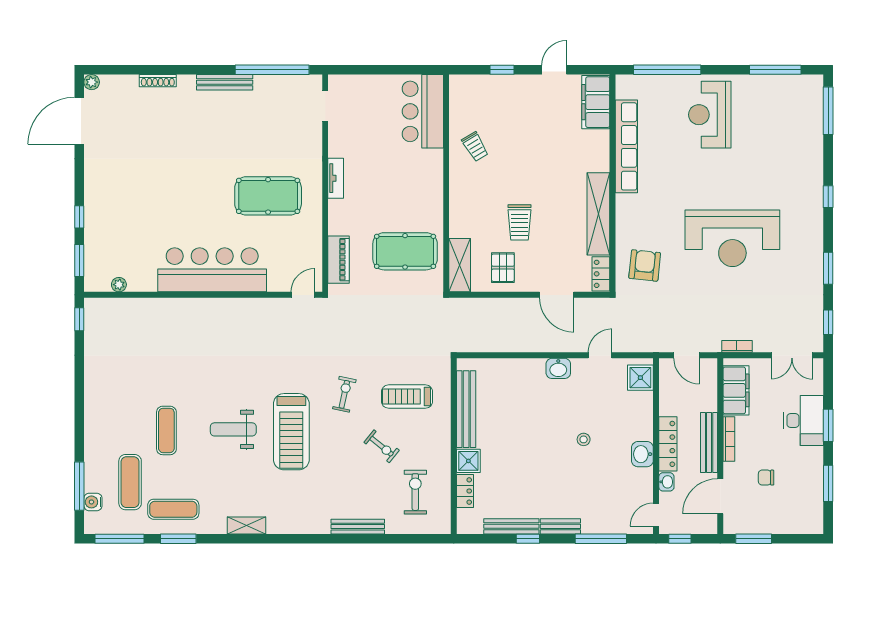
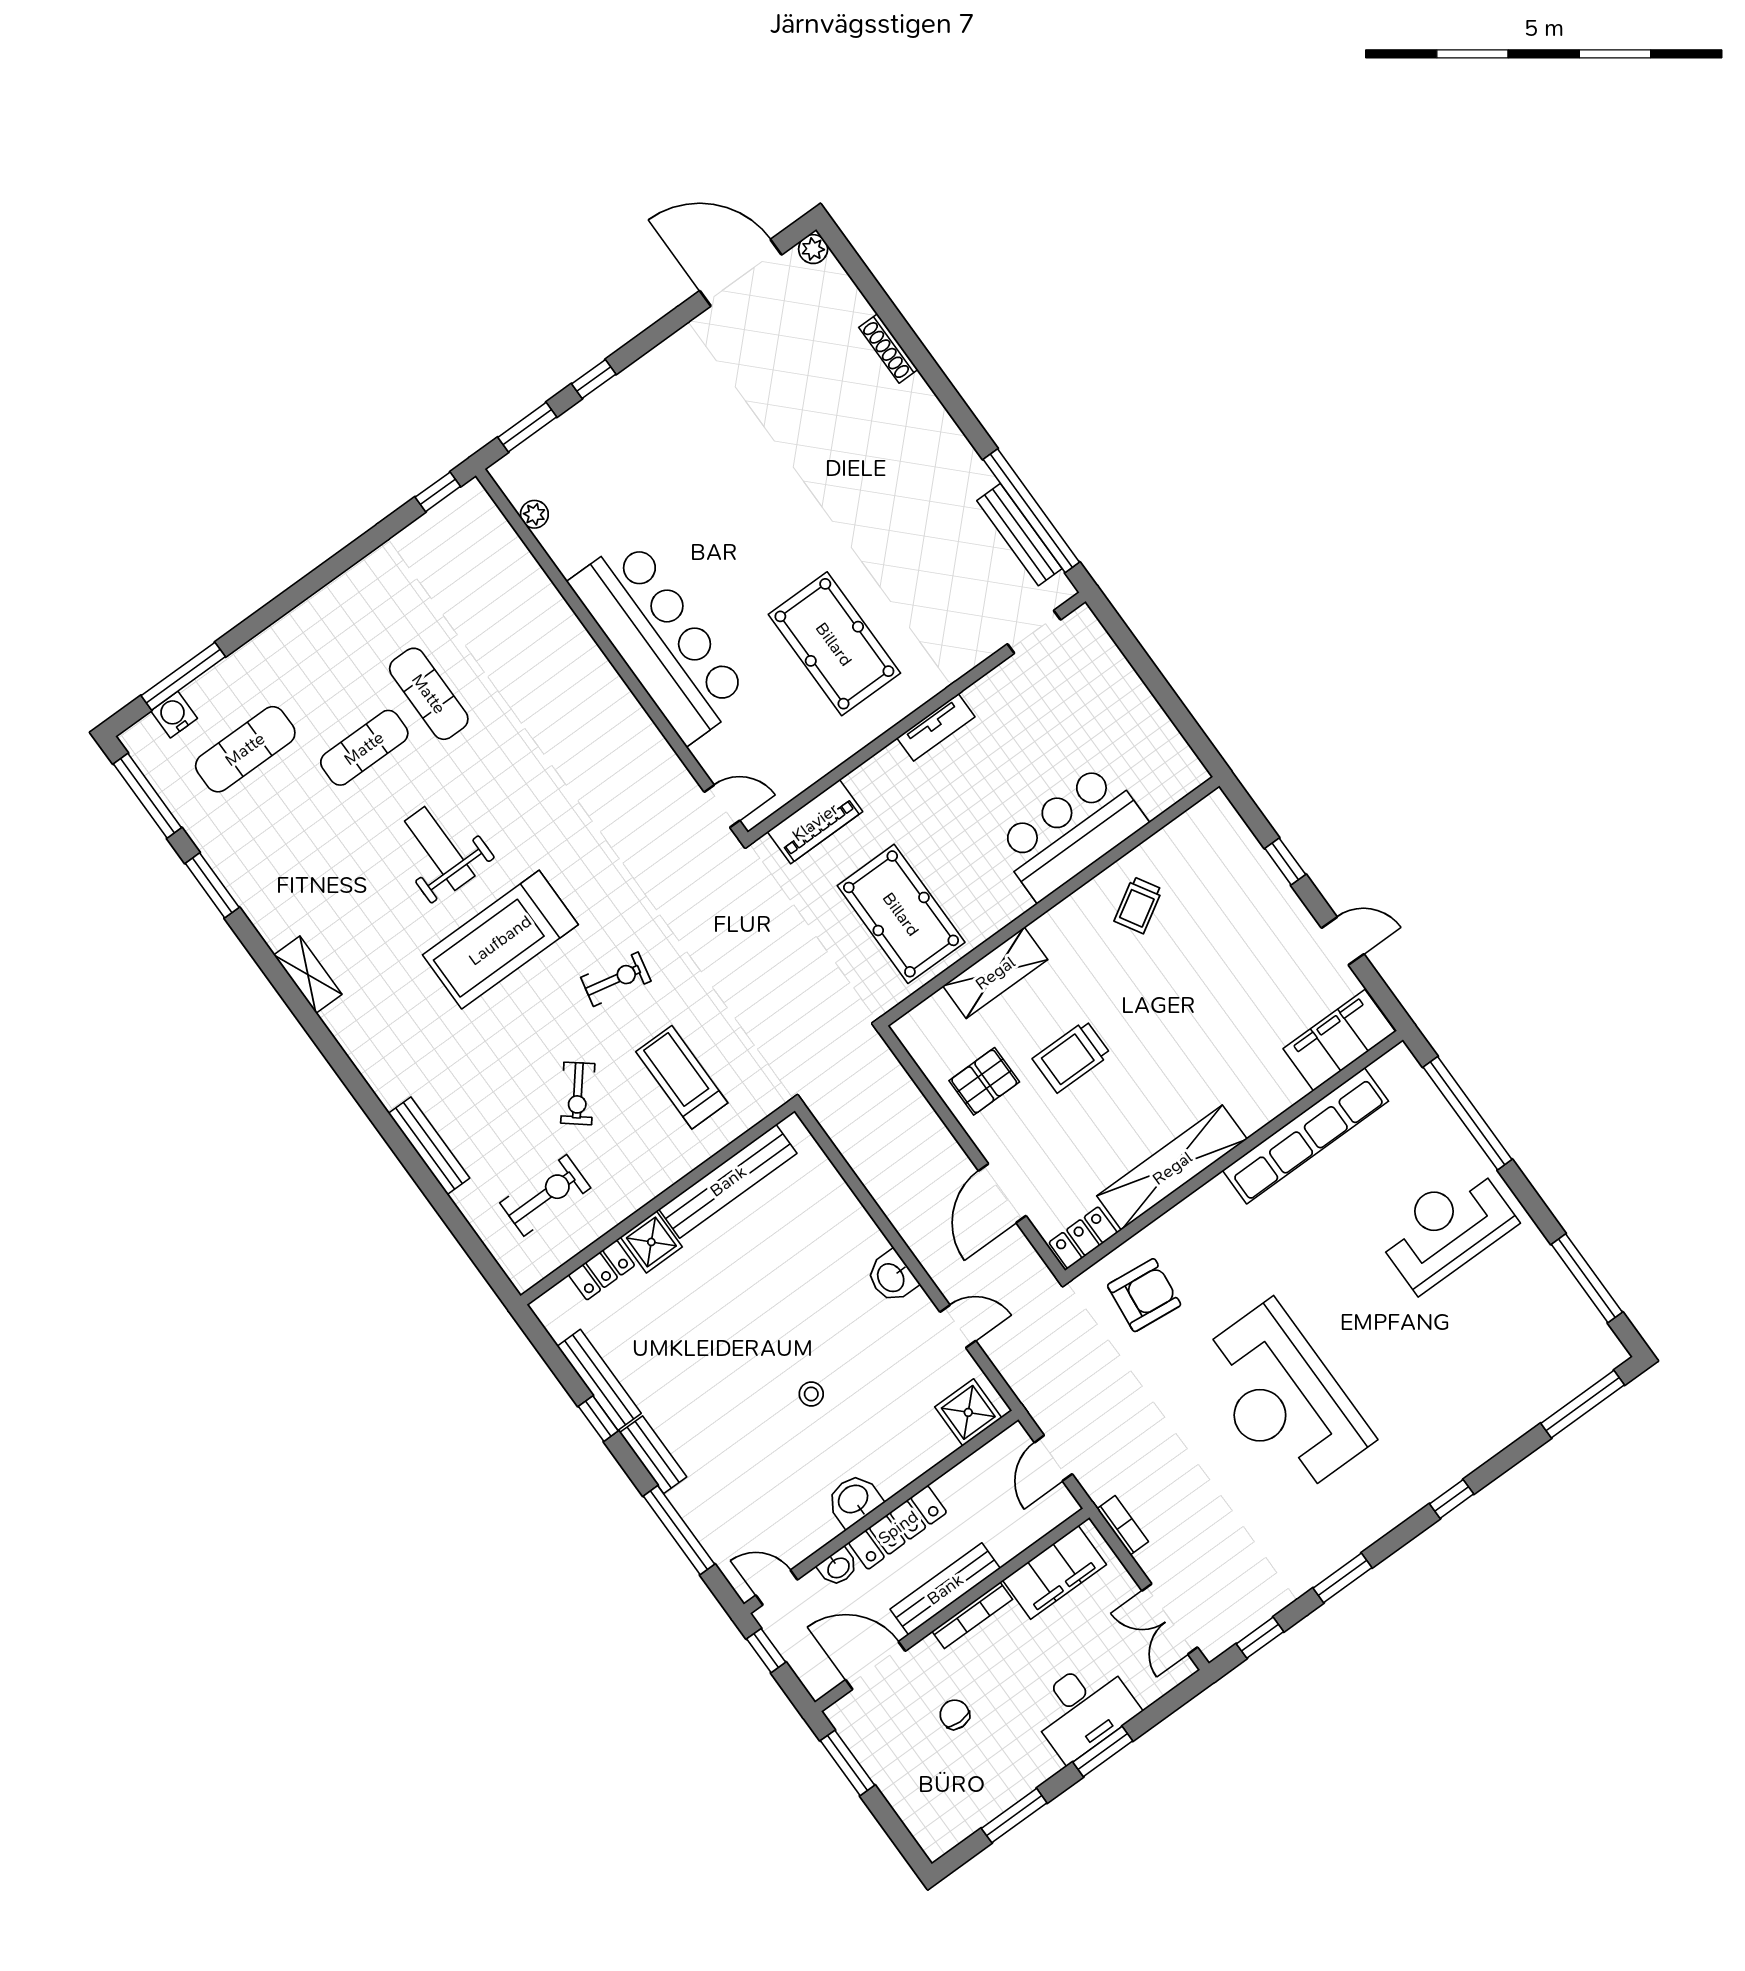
bench: (225, 82) -> (1019, 535), moved
bar counter: (423, 111) -> (1071, 832), moved
shelving: (460, 265) -> (995, 973), moved
exercise mat: (173, 509) -> (429, 694), moved

